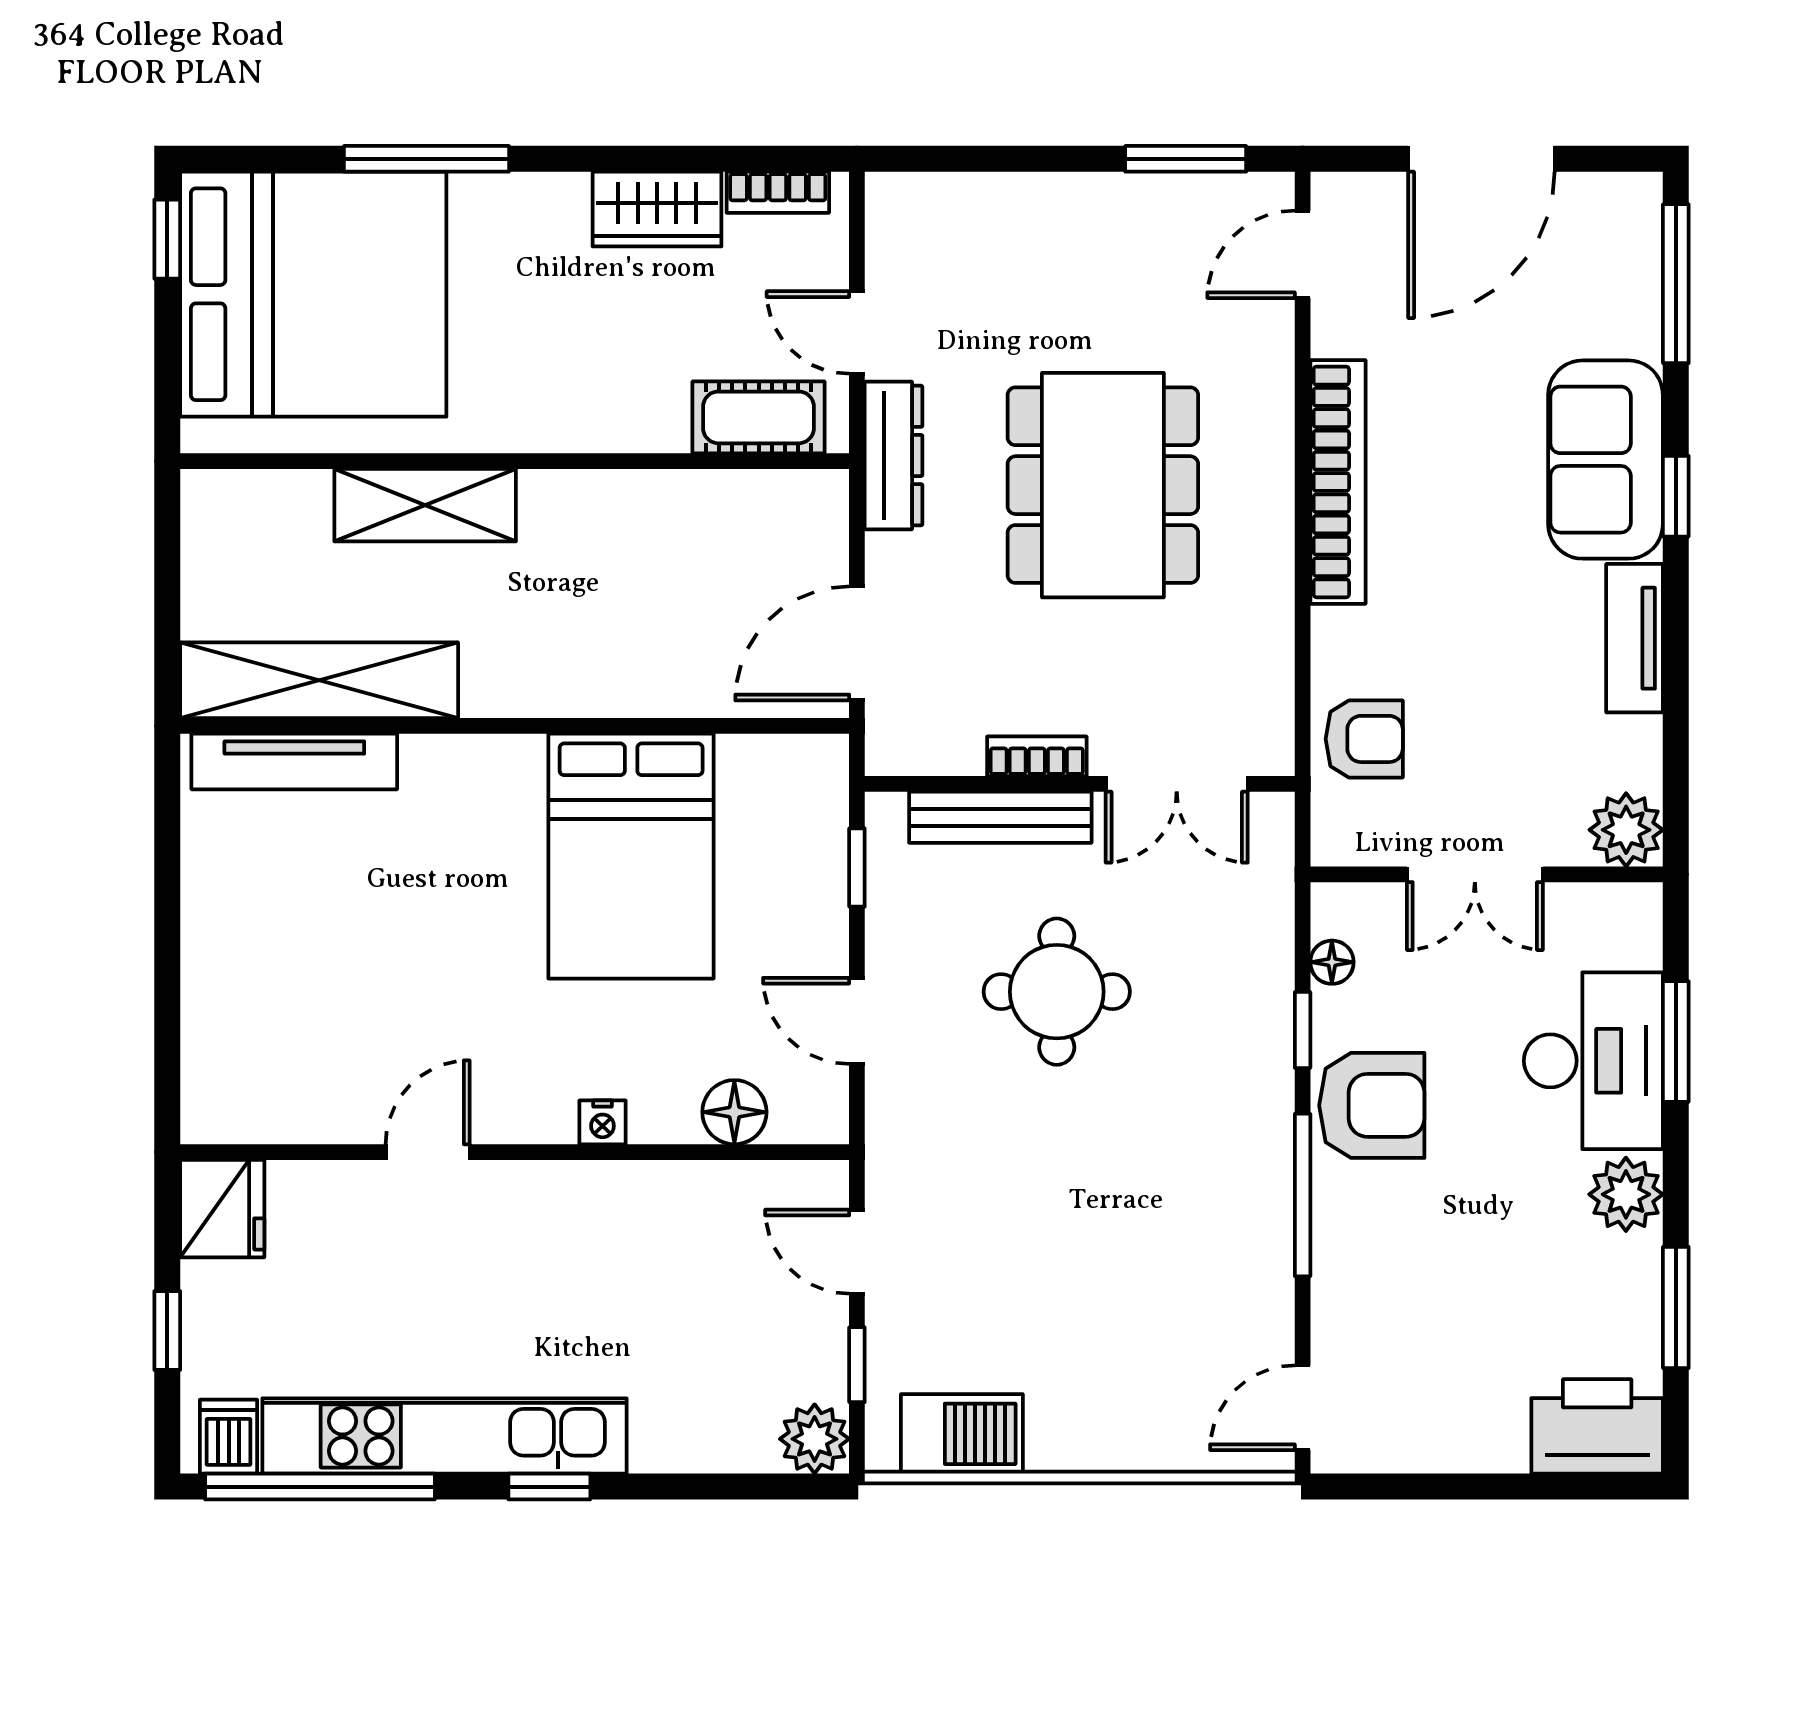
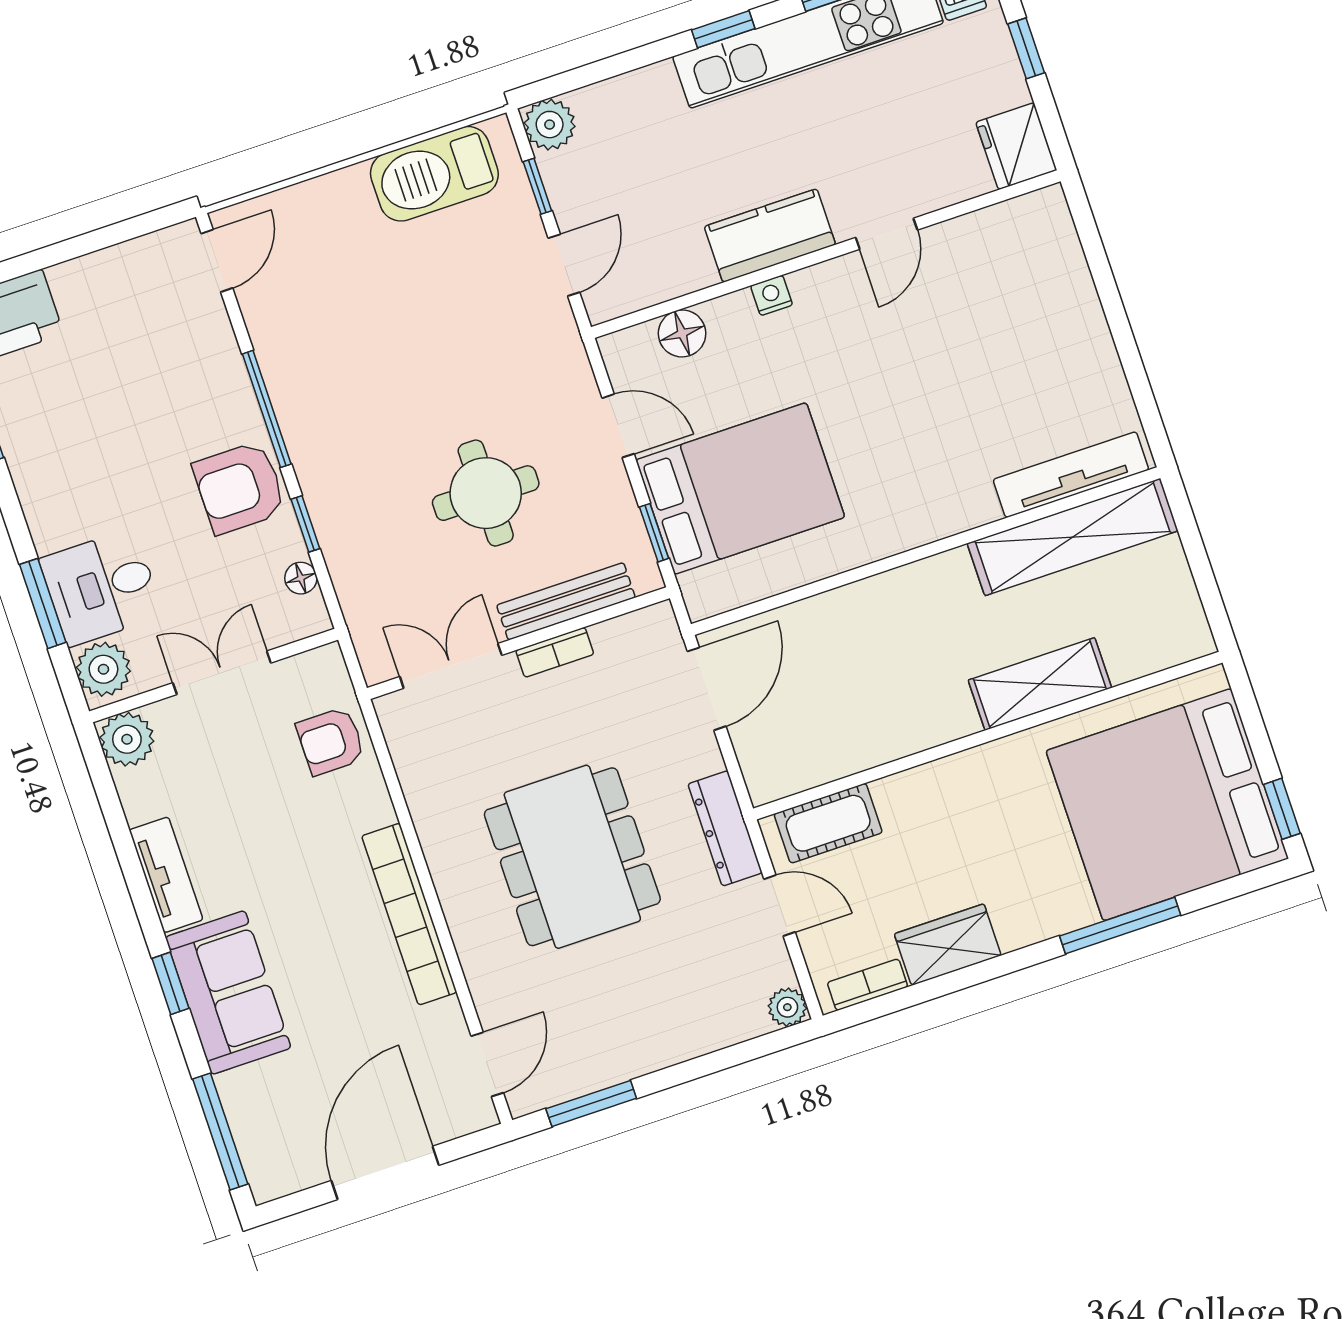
plant: (891, 198) -> (787, 1007), added
bed: (631, 856) -> (740, 489), moved, turned 90
desk: (1593, 1061) -> (101, 587), width x0.73
plant: (1626, 1194) -> (103, 669), moved
kitchen counter: (579, 1200) -> (770, 236), added
door: (857, 1252) -> (564, 265), hinge flipped
barbecue: (962, 1434) -> (434, 174), width x1.37, depth x1.21

